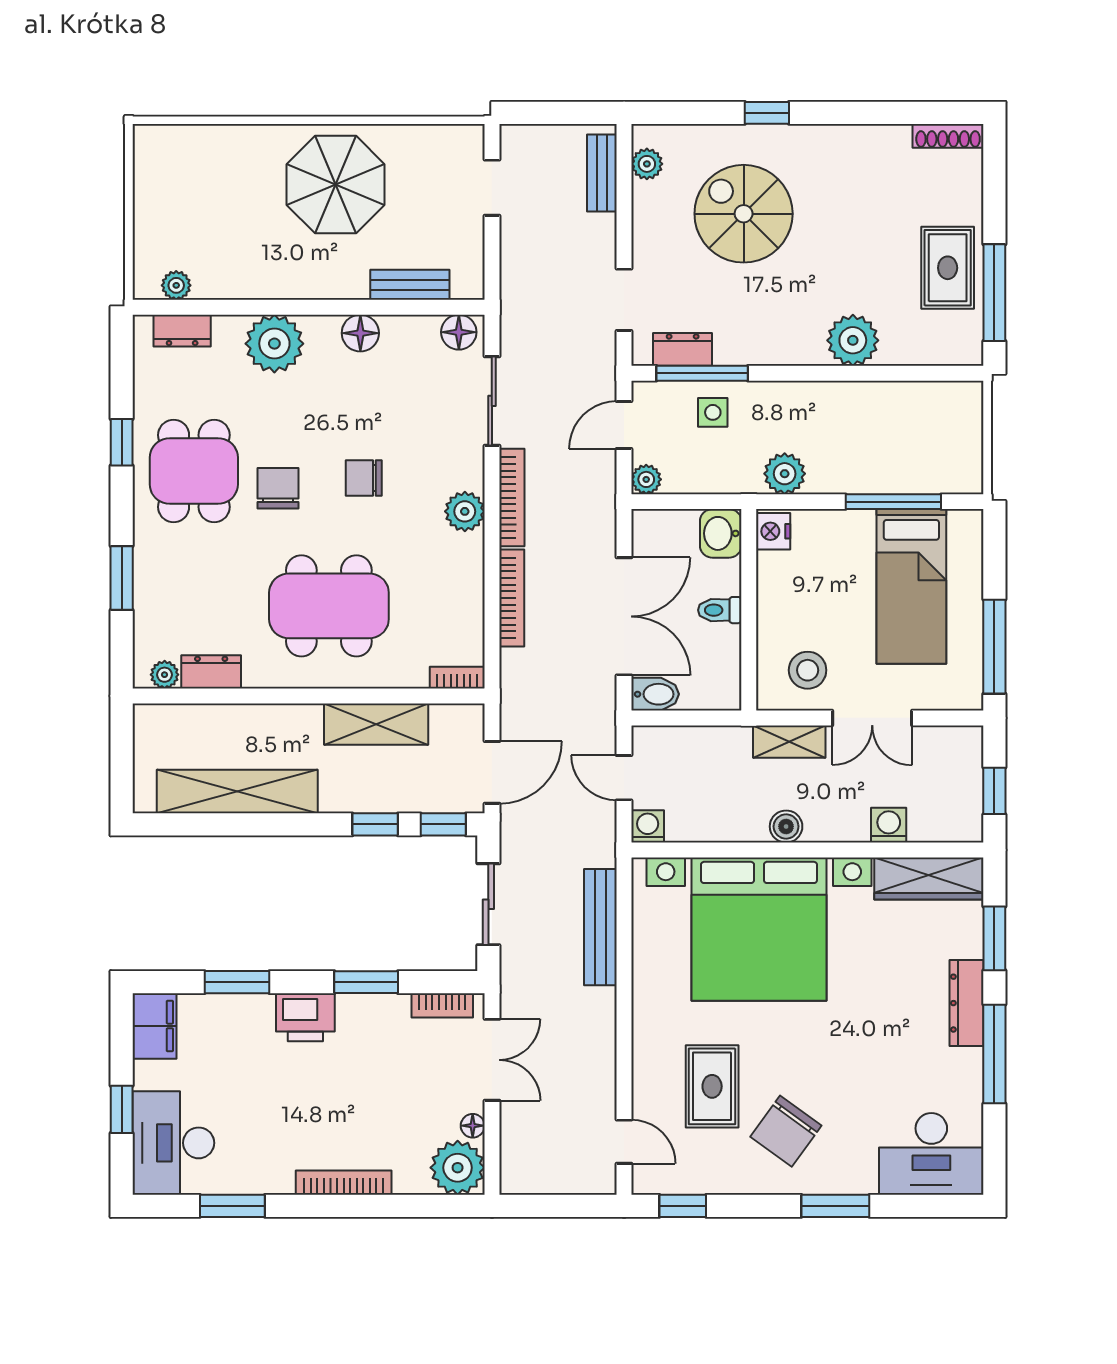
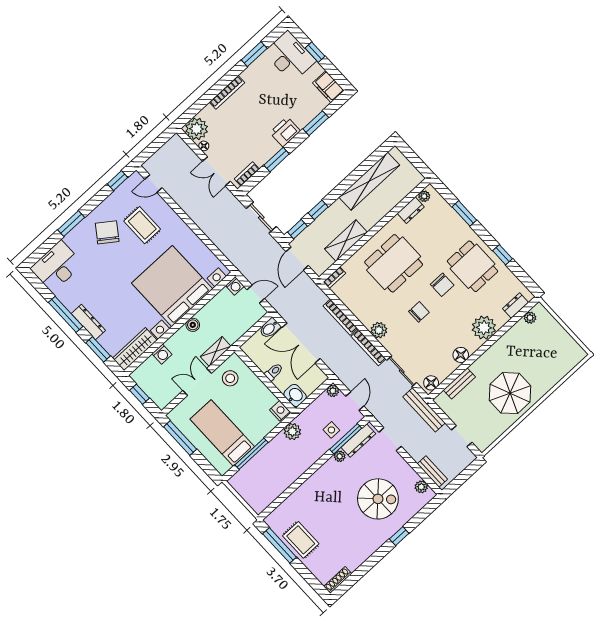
plant: (853, 340) -> (340, 456), moved, width x0.53, depth x0.53
dresser: (683, 349) -> (358, 441), width x1.44
bench: (600, 927) -> (424, 410), moved

